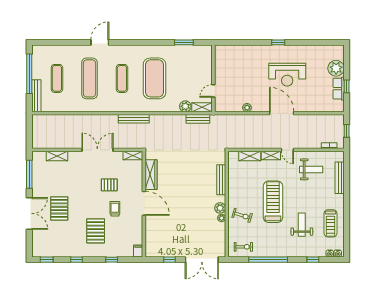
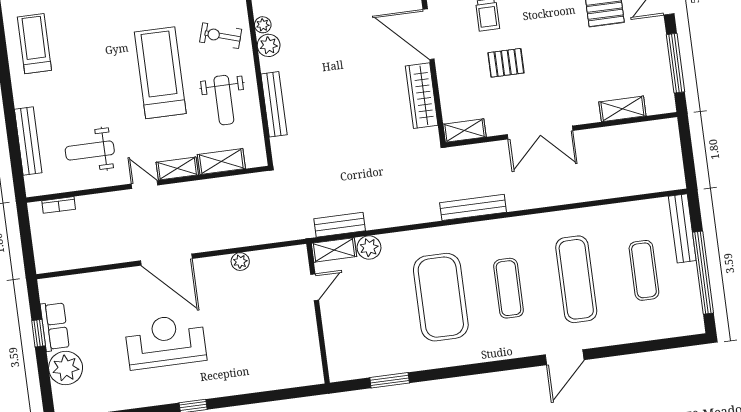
window: (347, 131) -> (26, 240), removed
treadmill: (273, 202) -> (160, 73), turned 180
weight bench: (302, 225) -> (224, 100), moved

